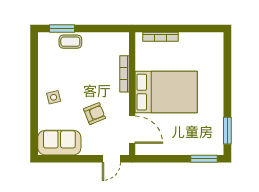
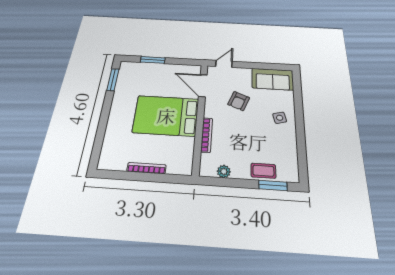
bookcase: (161, 37) -> (146, 168), moved
plant: (107, 38) -> (224, 171), added
armchair: (95, 114) -> (239, 101), turned -46
window: (204, 159) -> (153, 60), moved

